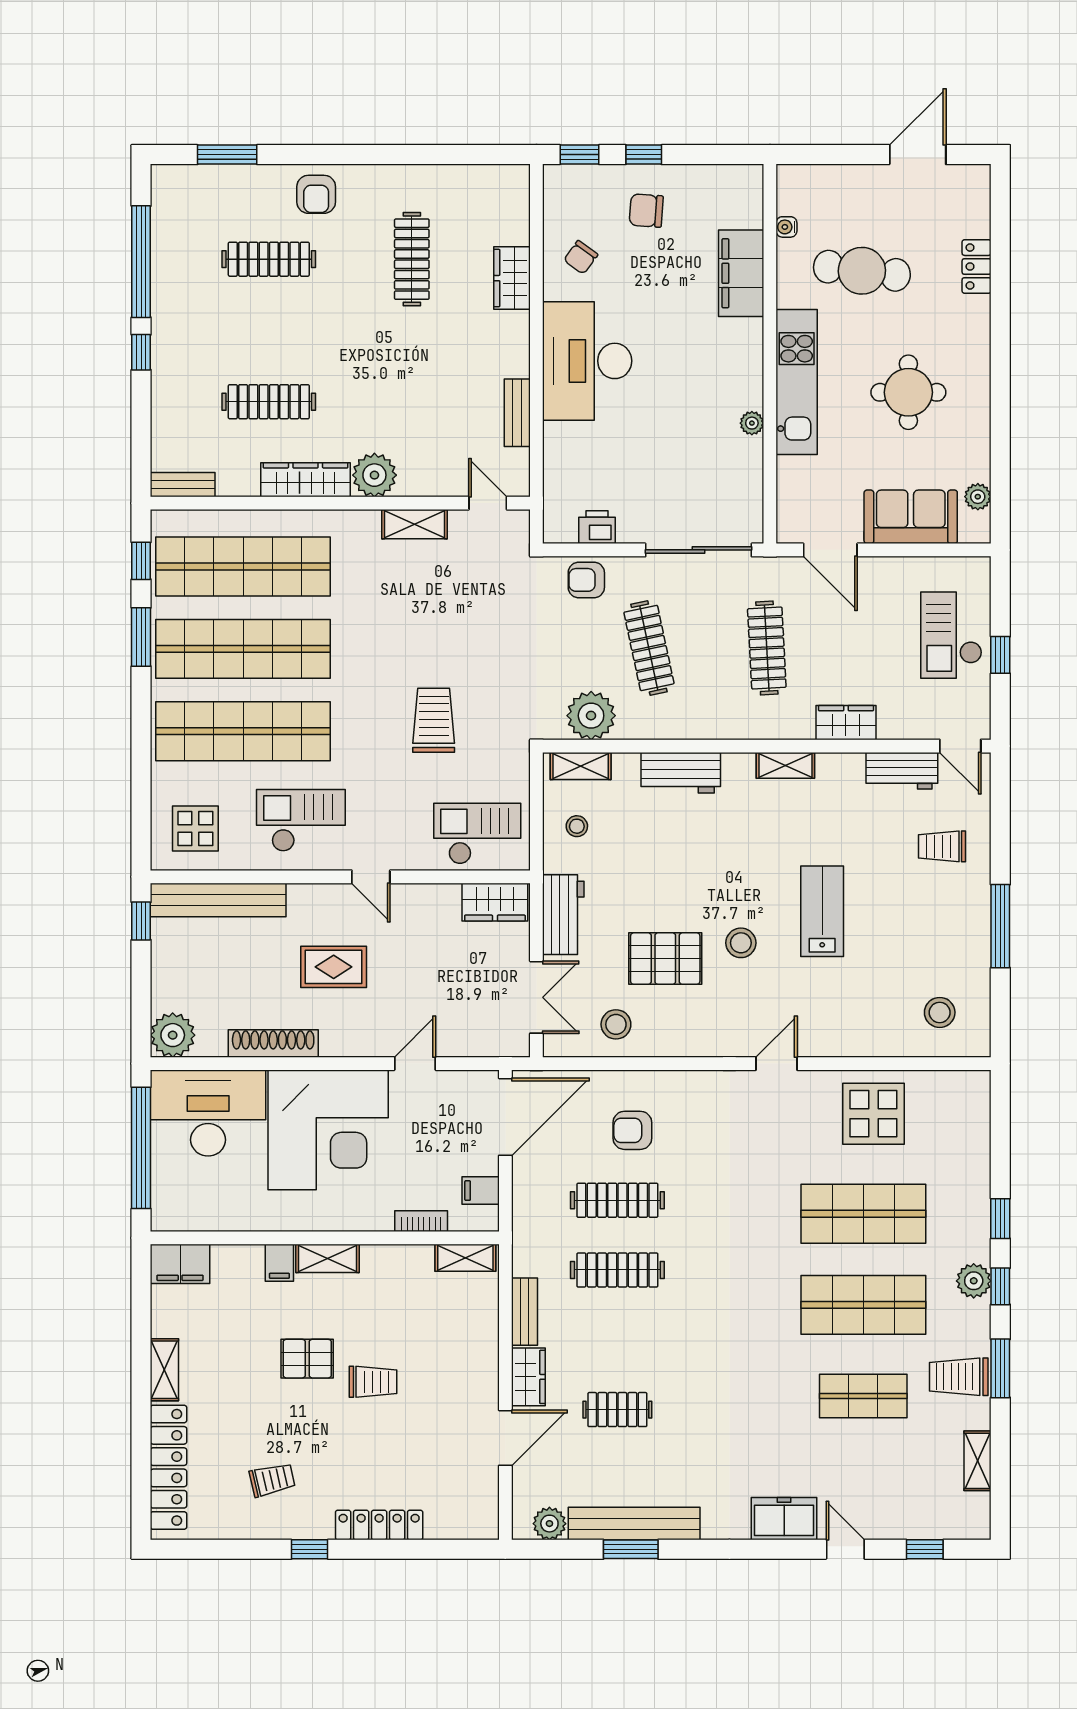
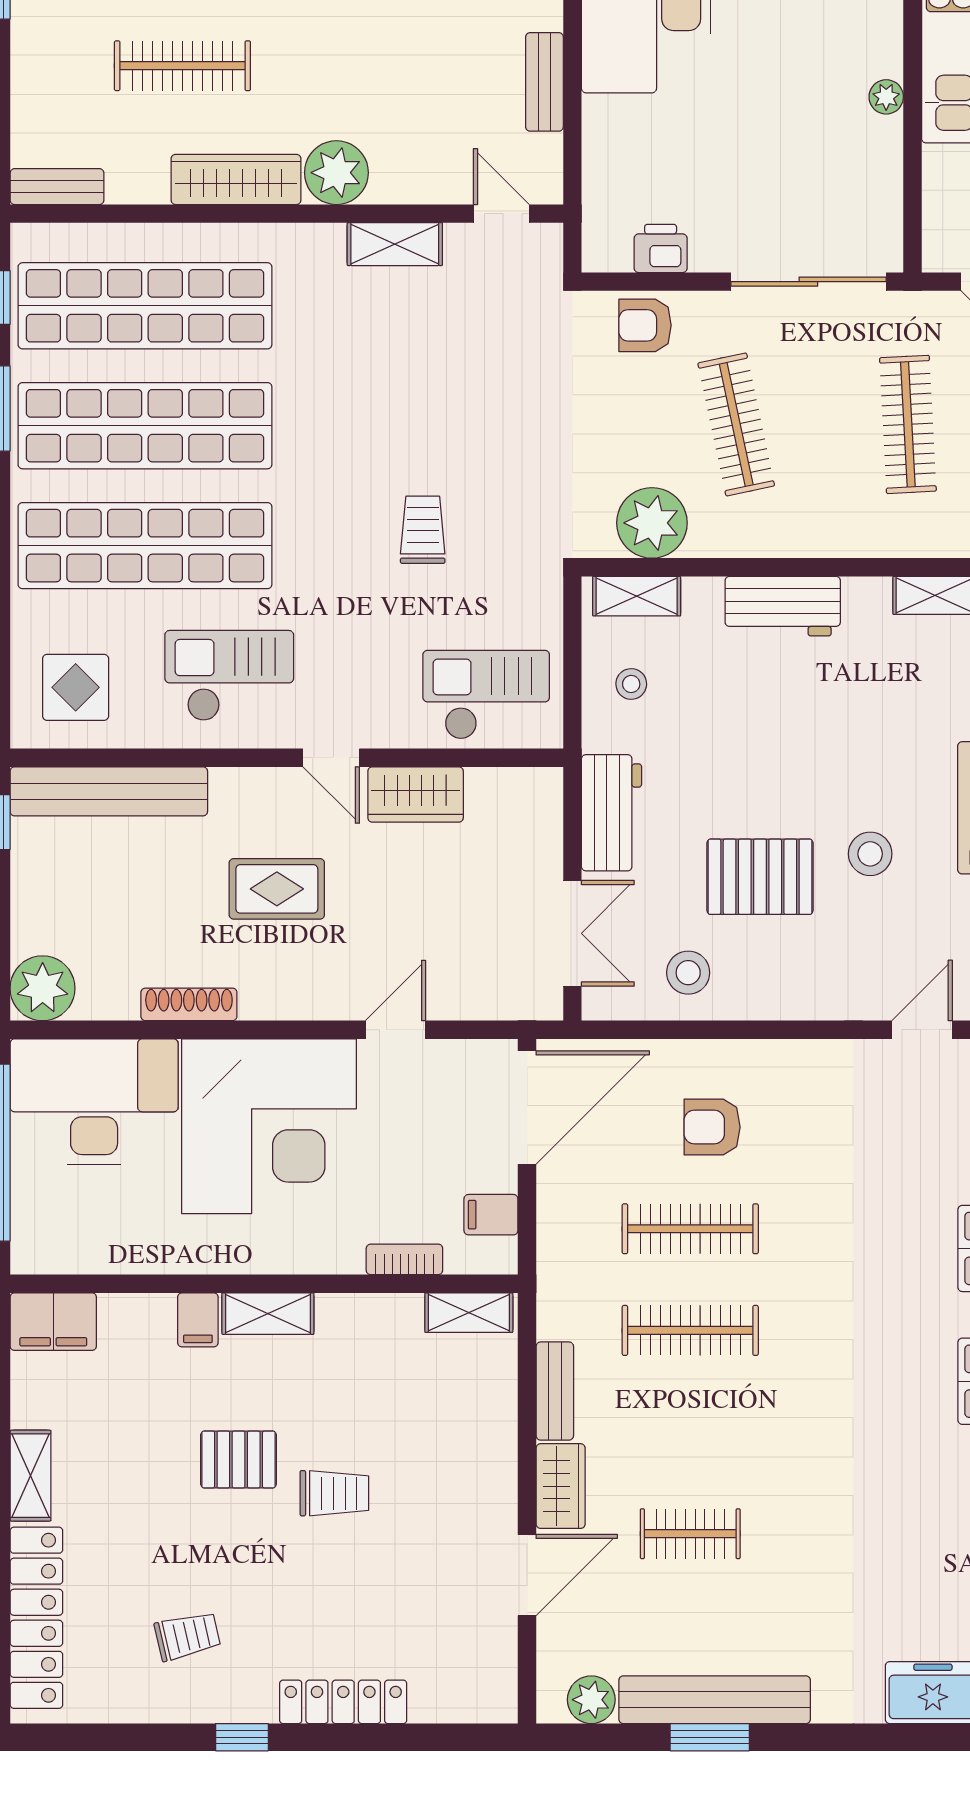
trolley: (434, 720) -> (423, 530), width x0.73, depth x0.72
wardrobe: (495, 902) -> (416, 794), moved
shoe rack: (273, 1044) -> (189, 1004), width x0.74, depth x0.81

